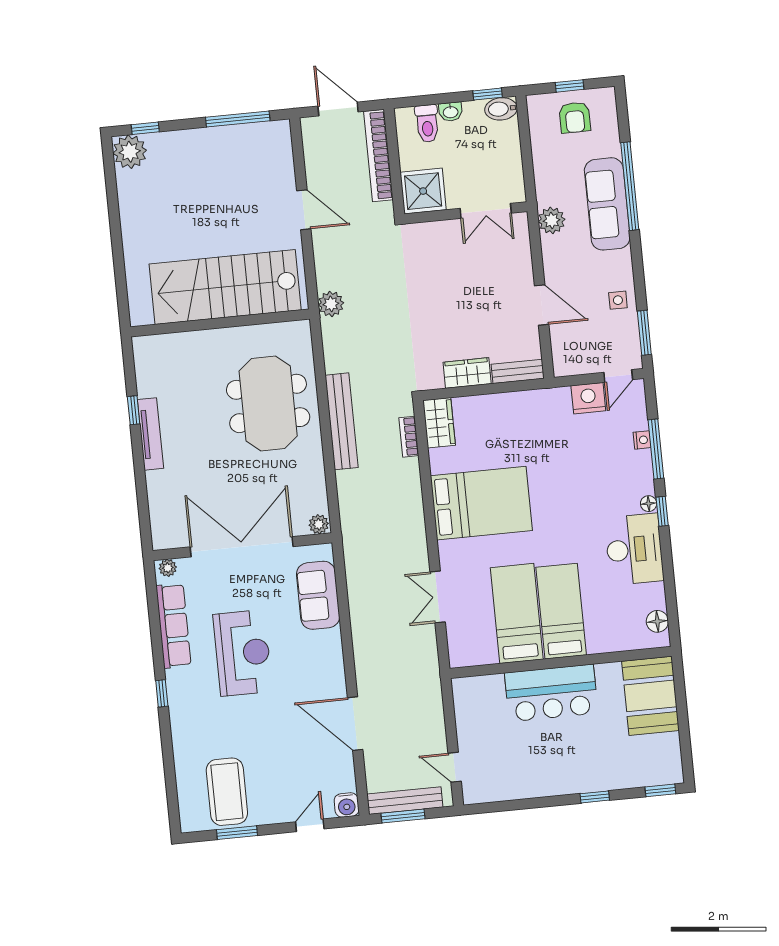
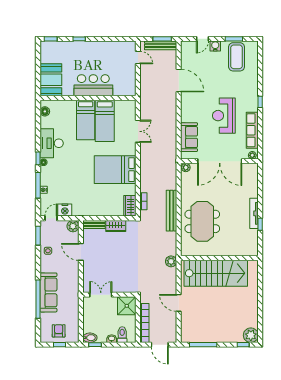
plant: (552, 220) -> (73, 226), moved
water cooler: (347, 805) -> (215, 46), moved

